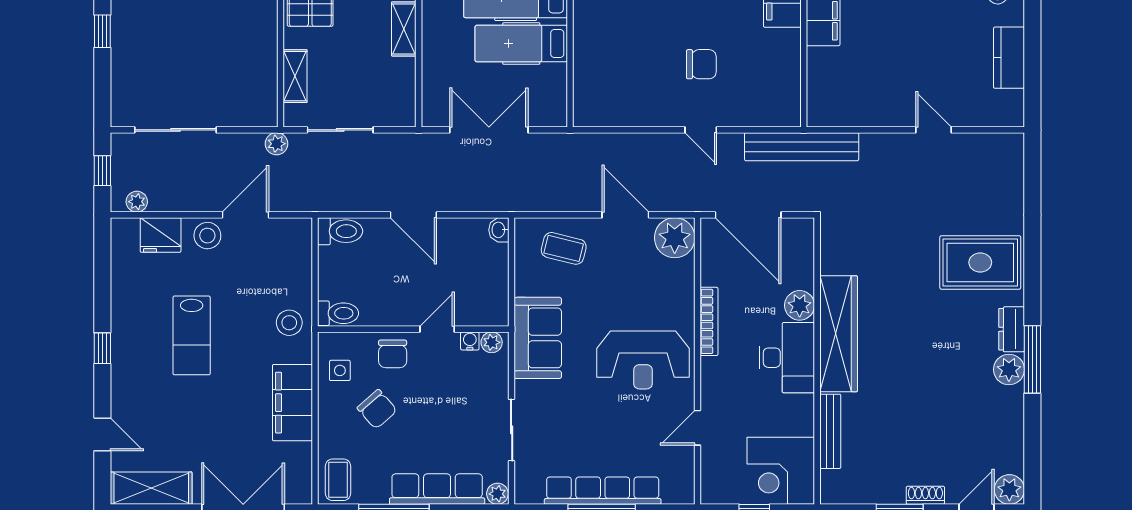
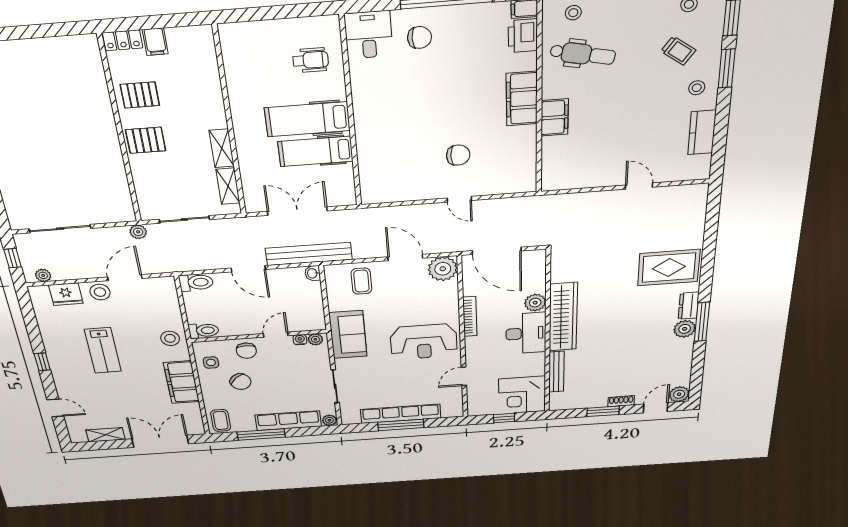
shelving: (295, 76) -> (228, 186), moved
bench: (802, 147) -> (309, 254), moved
coffee table: (564, 248) -> (361, 281), turned 76
shelving: (151, 488) -> (106, 435), width x0.67, depth x0.75

